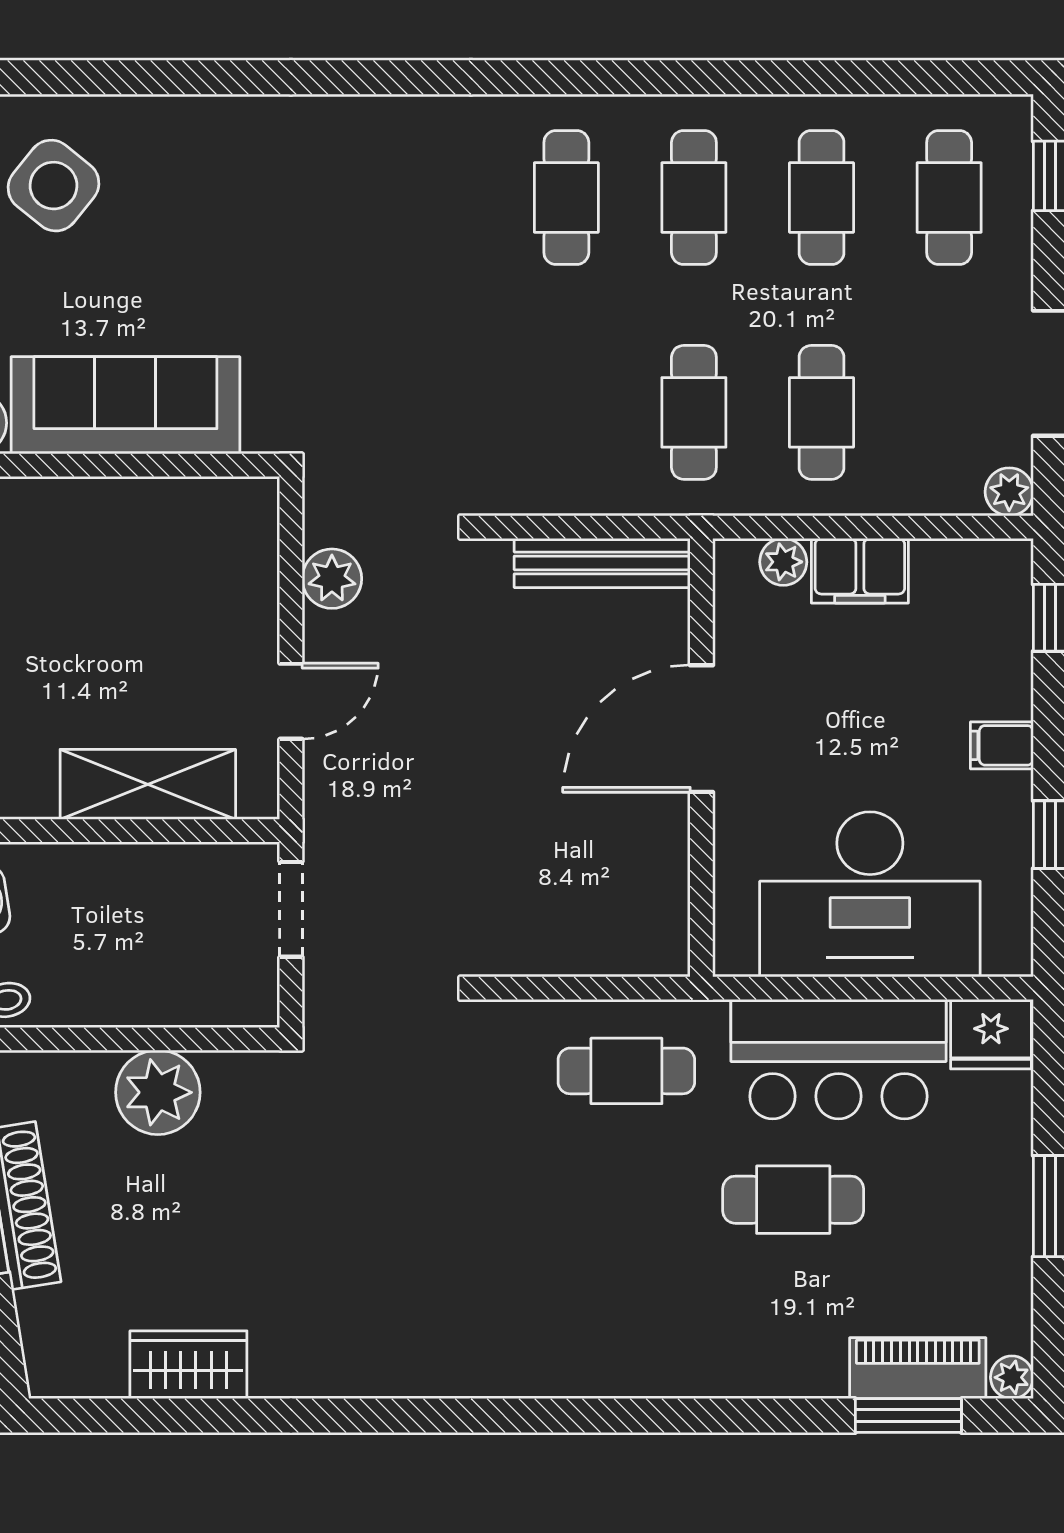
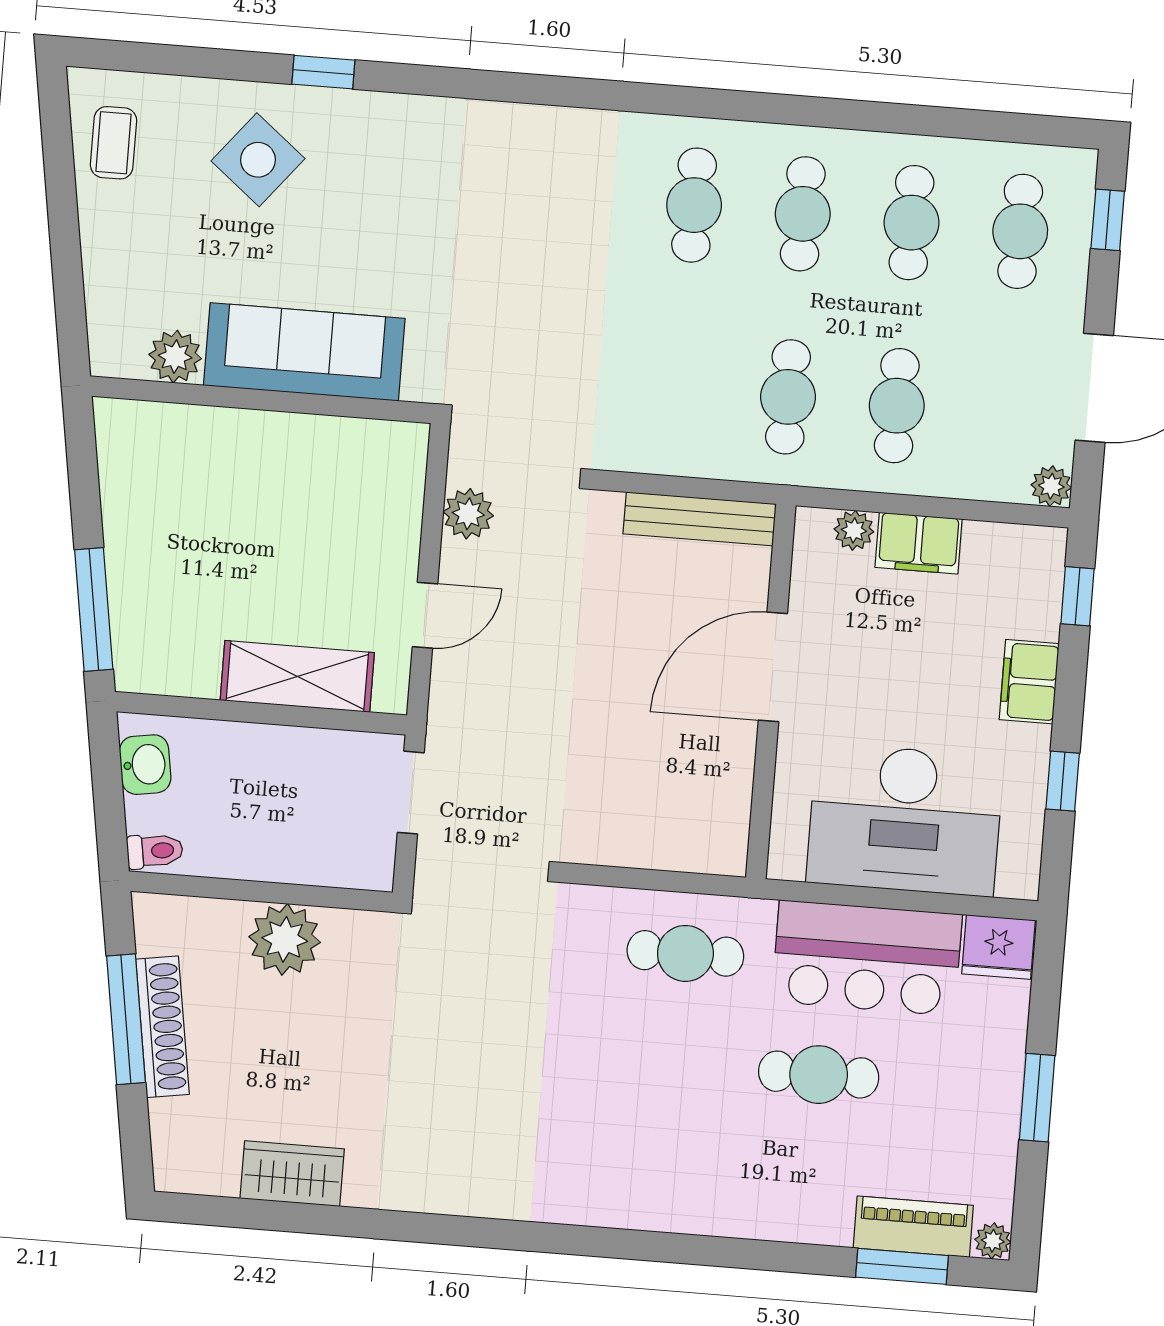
window: (122, 77) -> (323, 72), added
filing cabinet: (1002, 745) -> (1029, 682), width x2.00

